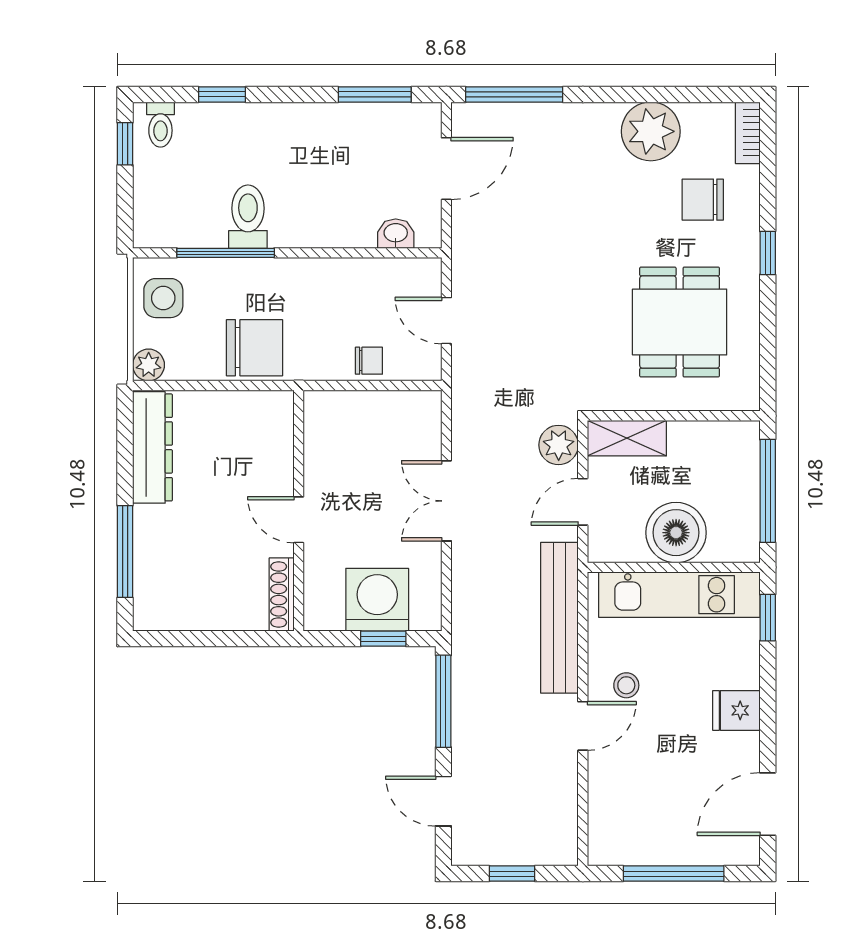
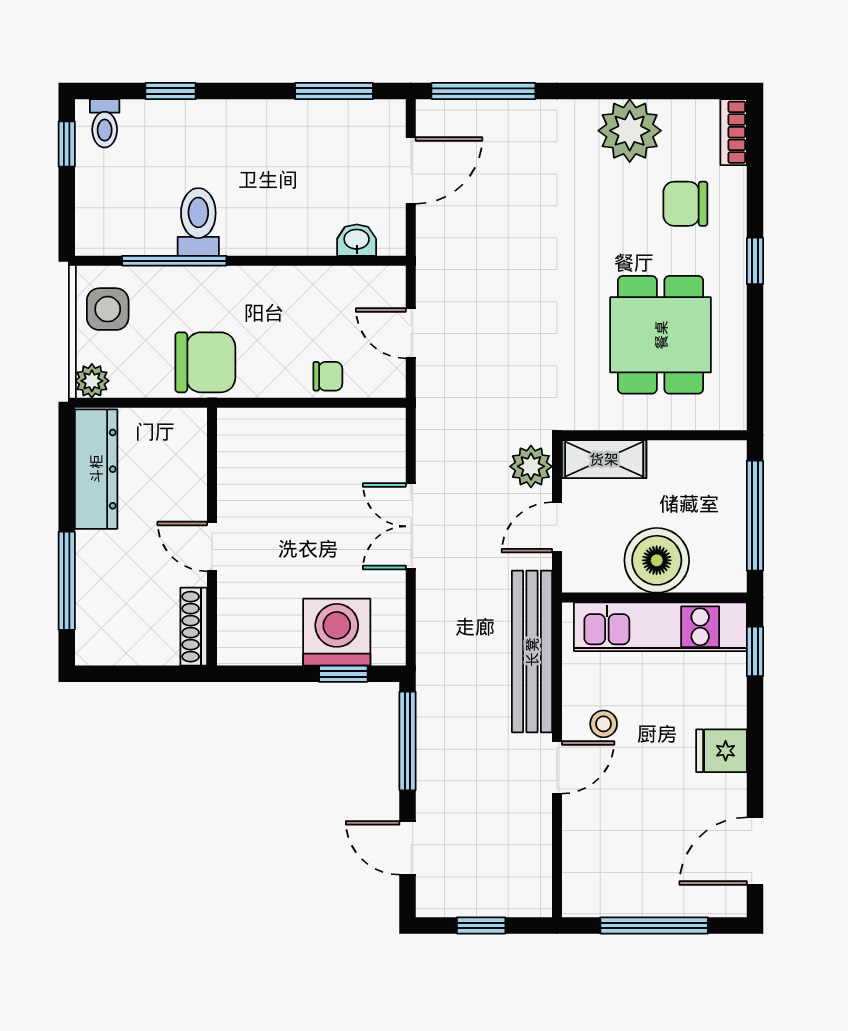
wall: (299, 511) -> (212, 537), moved
door: (299, 520) -> (212, 547), moved
shoe rack: (282, 595) -> (194, 627), moved

